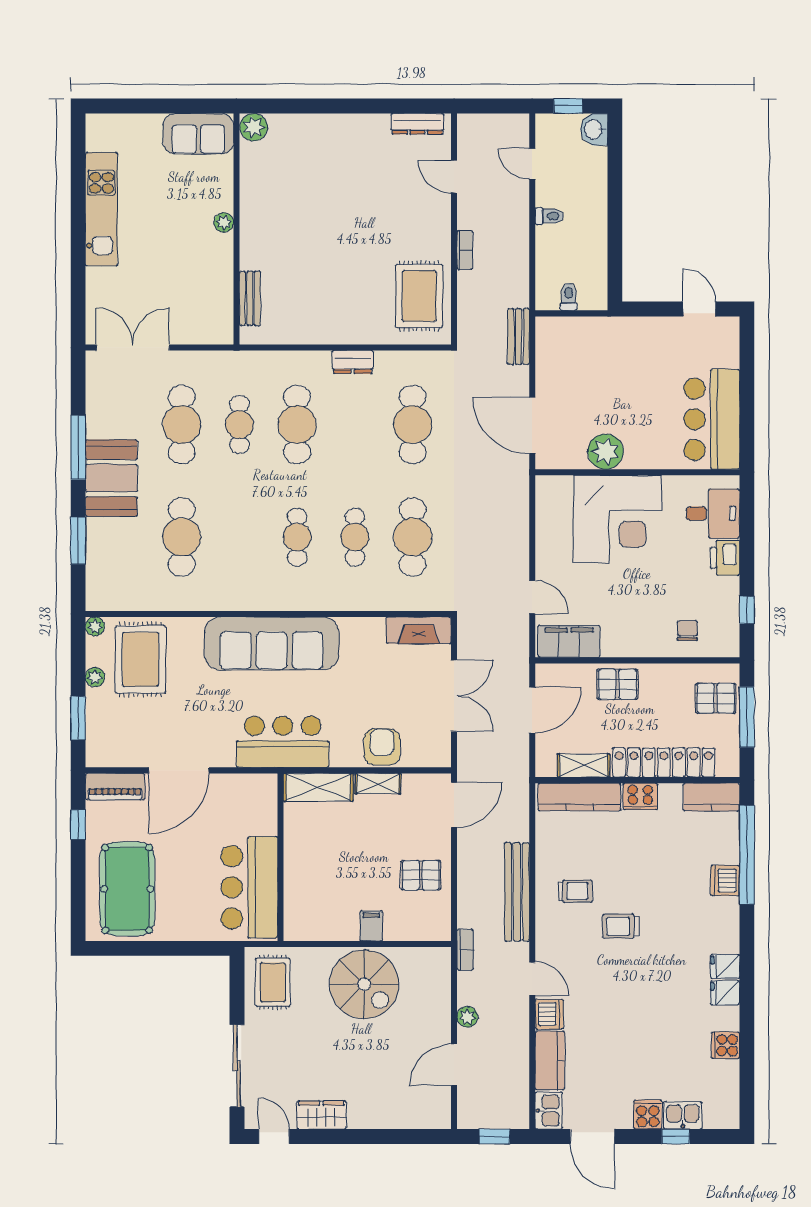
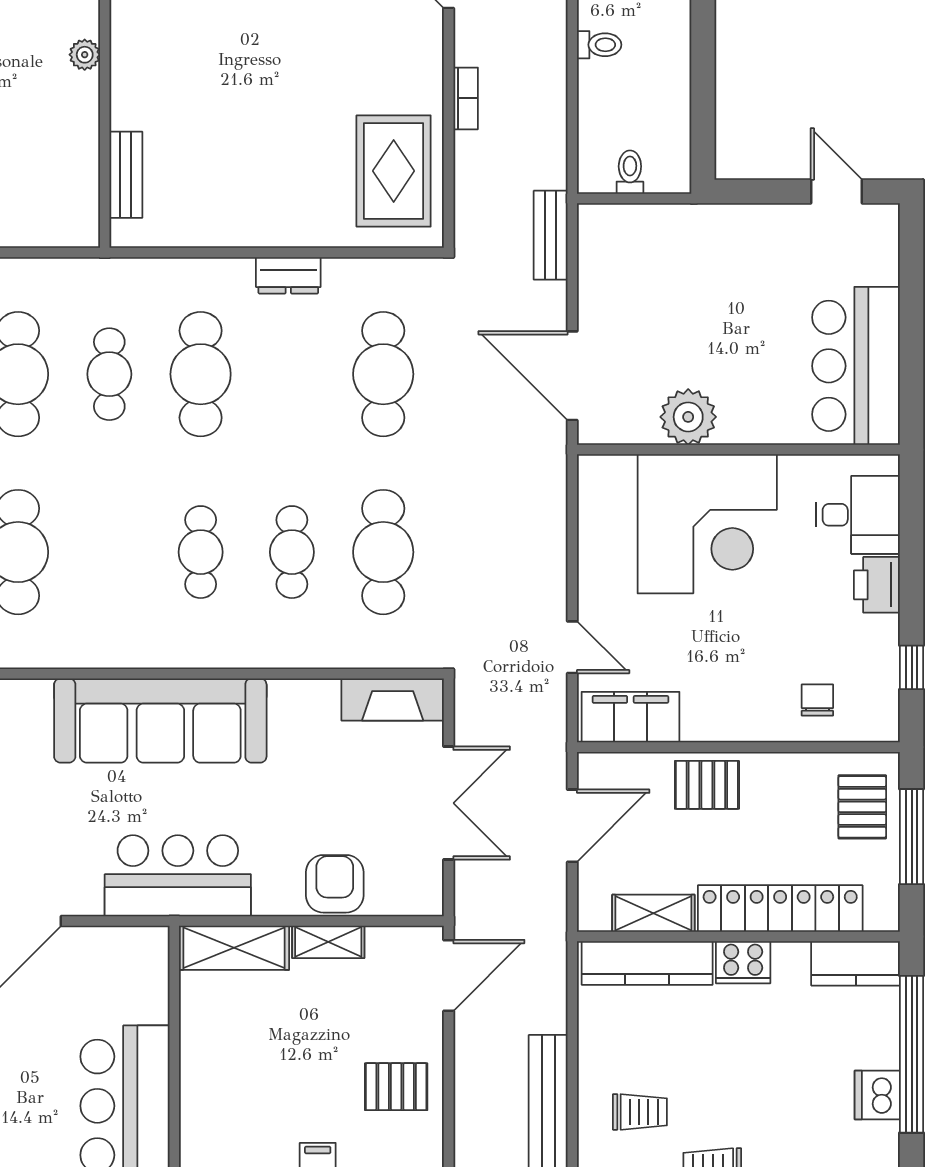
pallet: (716, 698) -> (862, 807), turned 90

